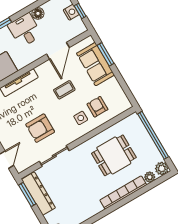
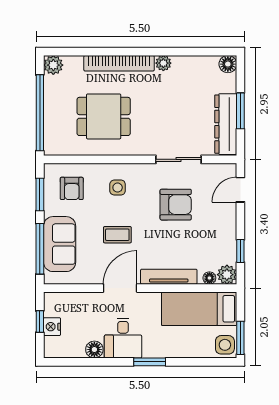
door: (58, 51) -> (120, 288), moved
window: (106, 54) -> (40, 249), width x1.44
window: (125, 87) -> (40, 195), added
armchair: (97, 107) -> (72, 188), moved
plant: (150, 177) -> (163, 63), moved
window: (27, 195) -> (240, 111), moved

